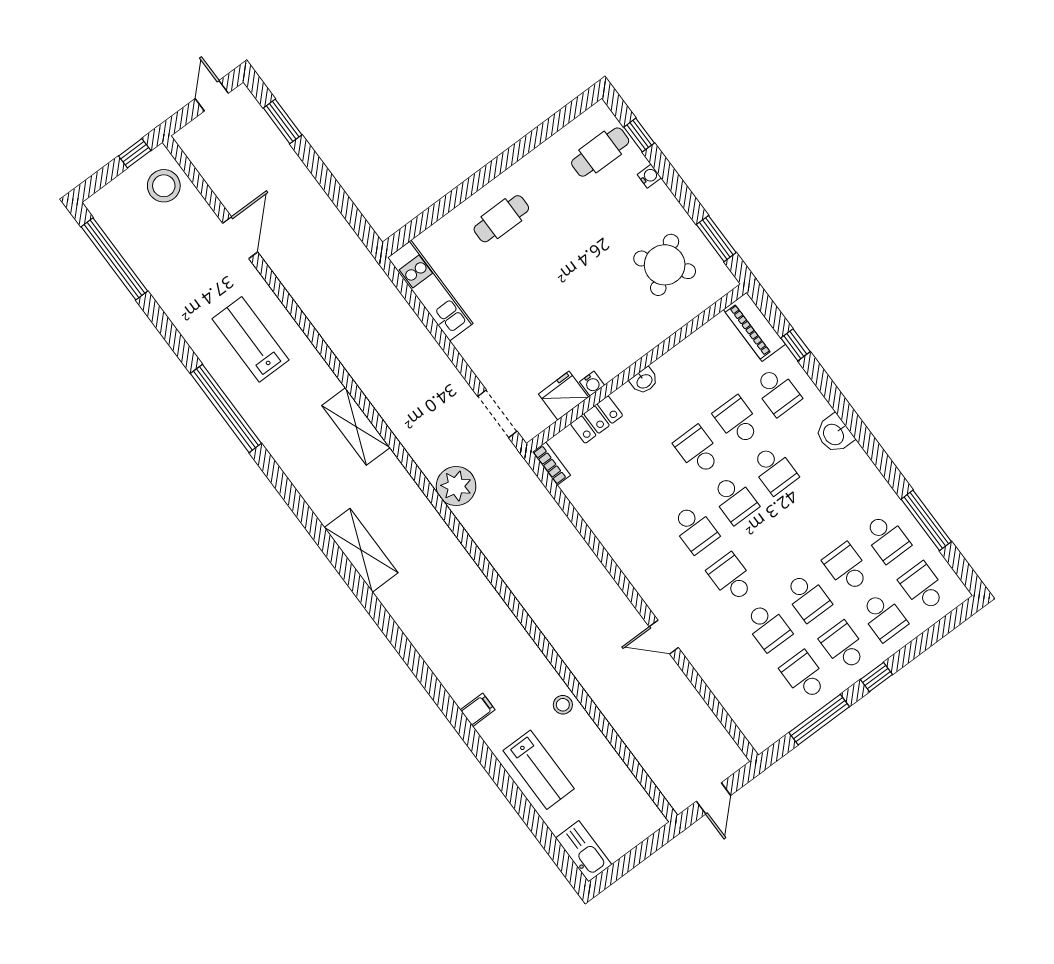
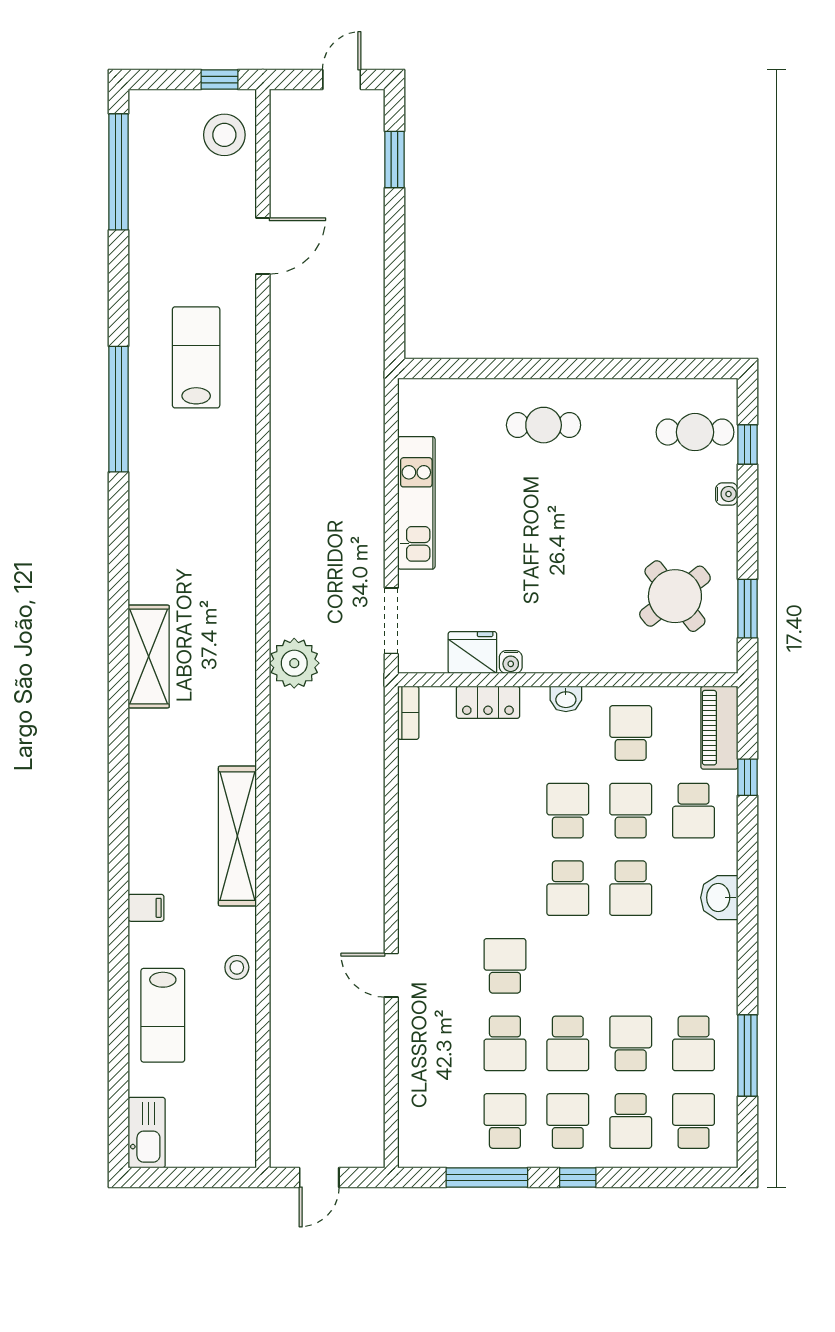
kitchen unit: (430, 291) -> (416, 503), moved
shelving: (356, 426) -> (237, 836), moved, width x1.47
school desk: (695, 529) -> (631, 733), moved, turned 180

